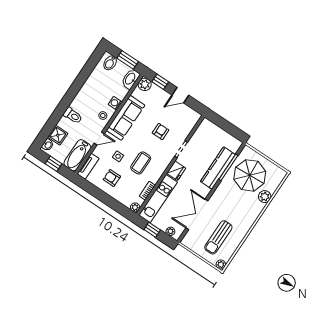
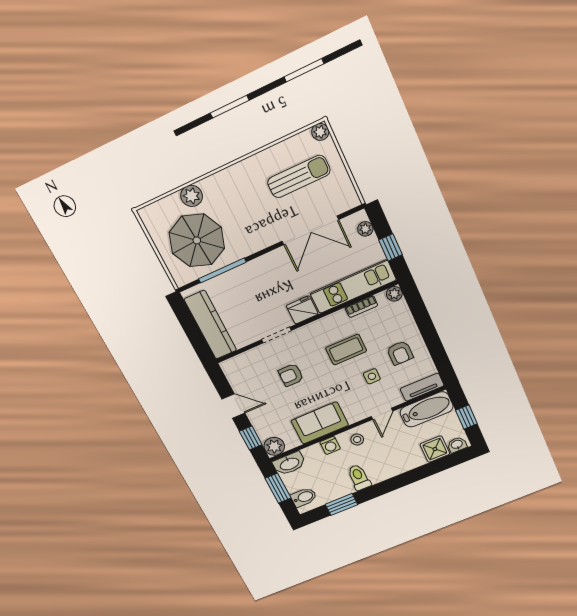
window: (87, 71) -> (342, 504), added
toilet: (73, 116) -> (359, 477), moved
sofa: (126, 118) -> (320, 423), width x0.73
door: (99, 138) -> (382, 414), swing flipped
kitchen counter: (218, 168) -> (210, 325), moved, turned -90

